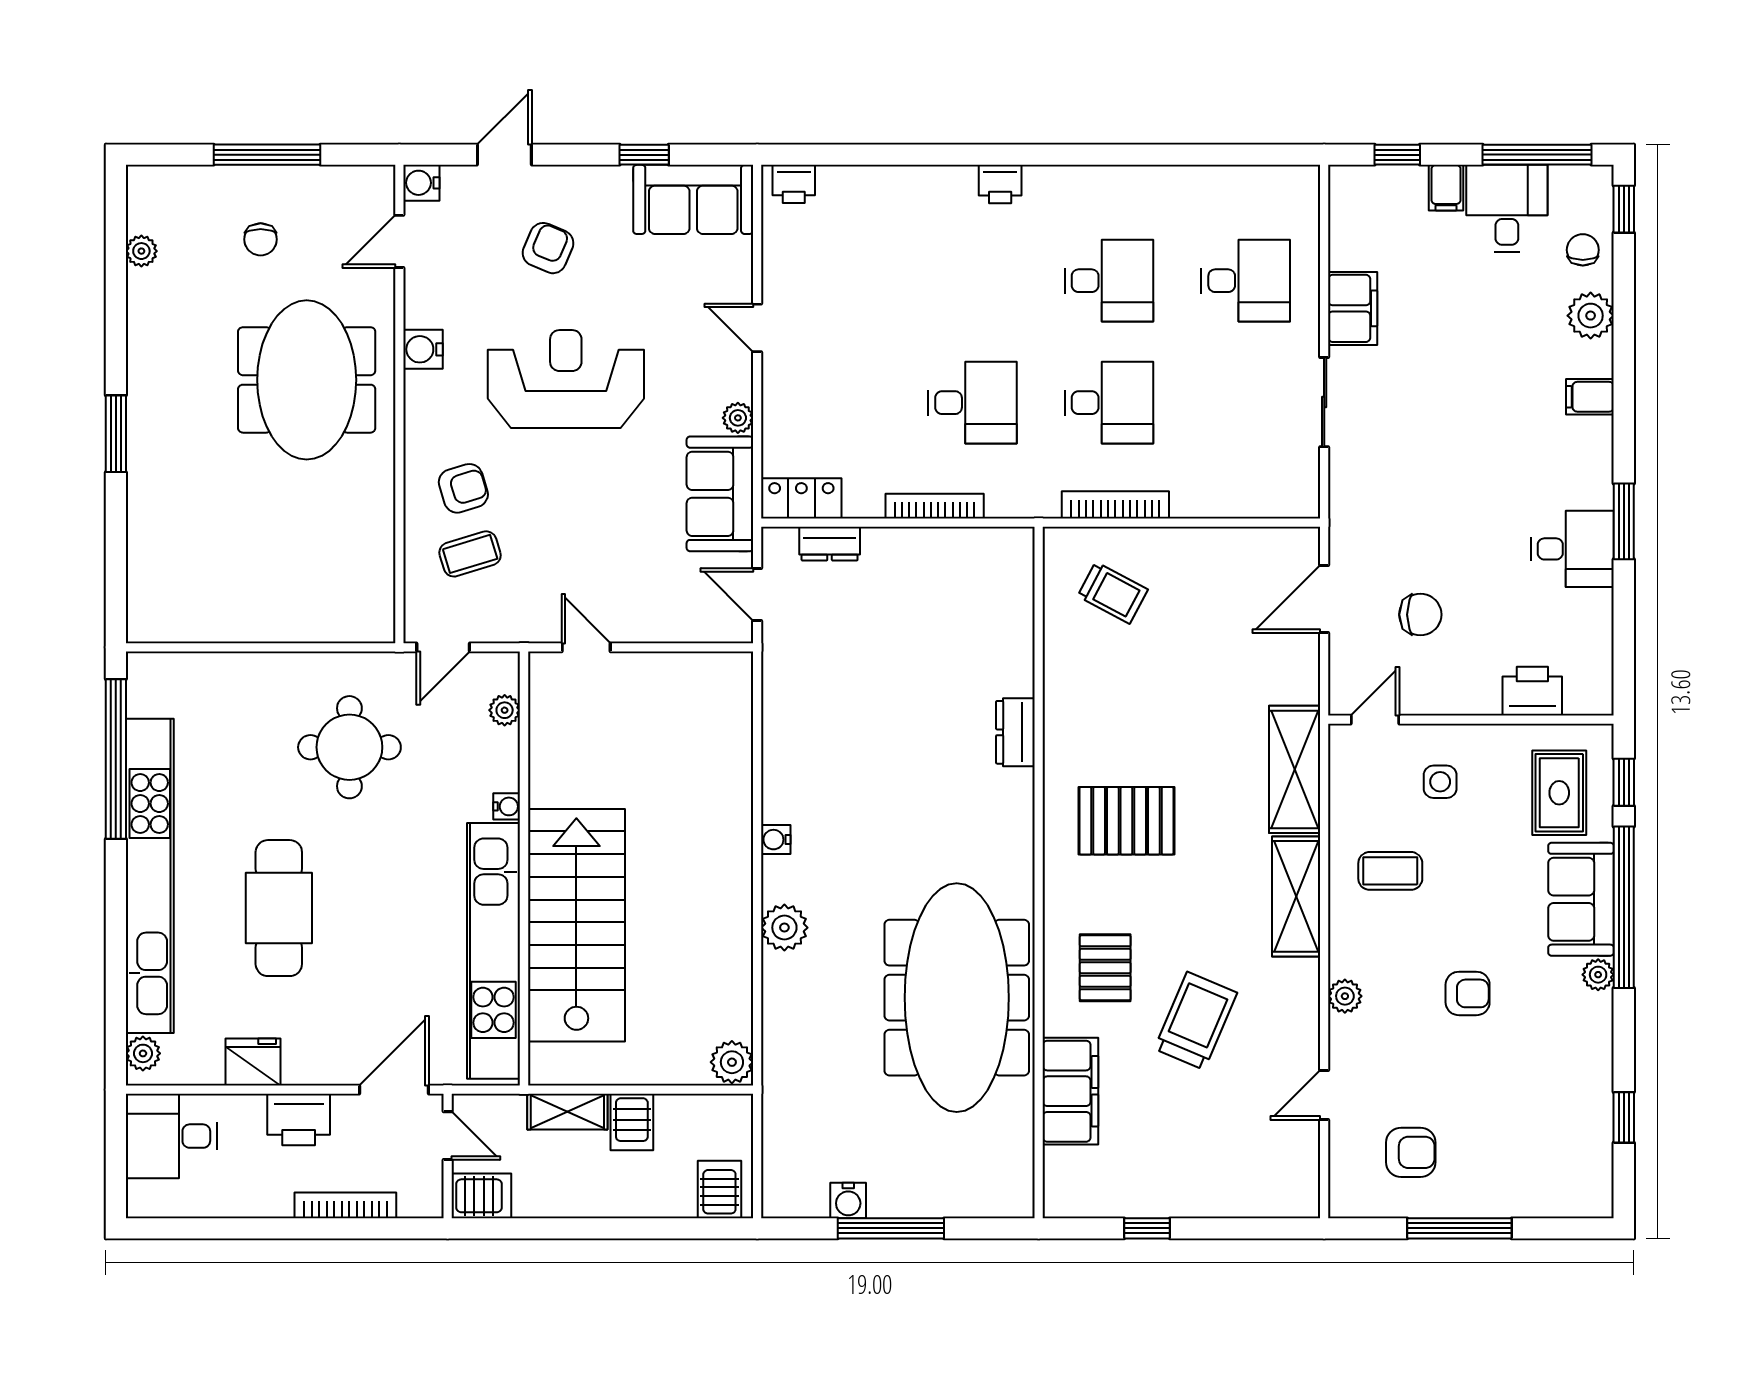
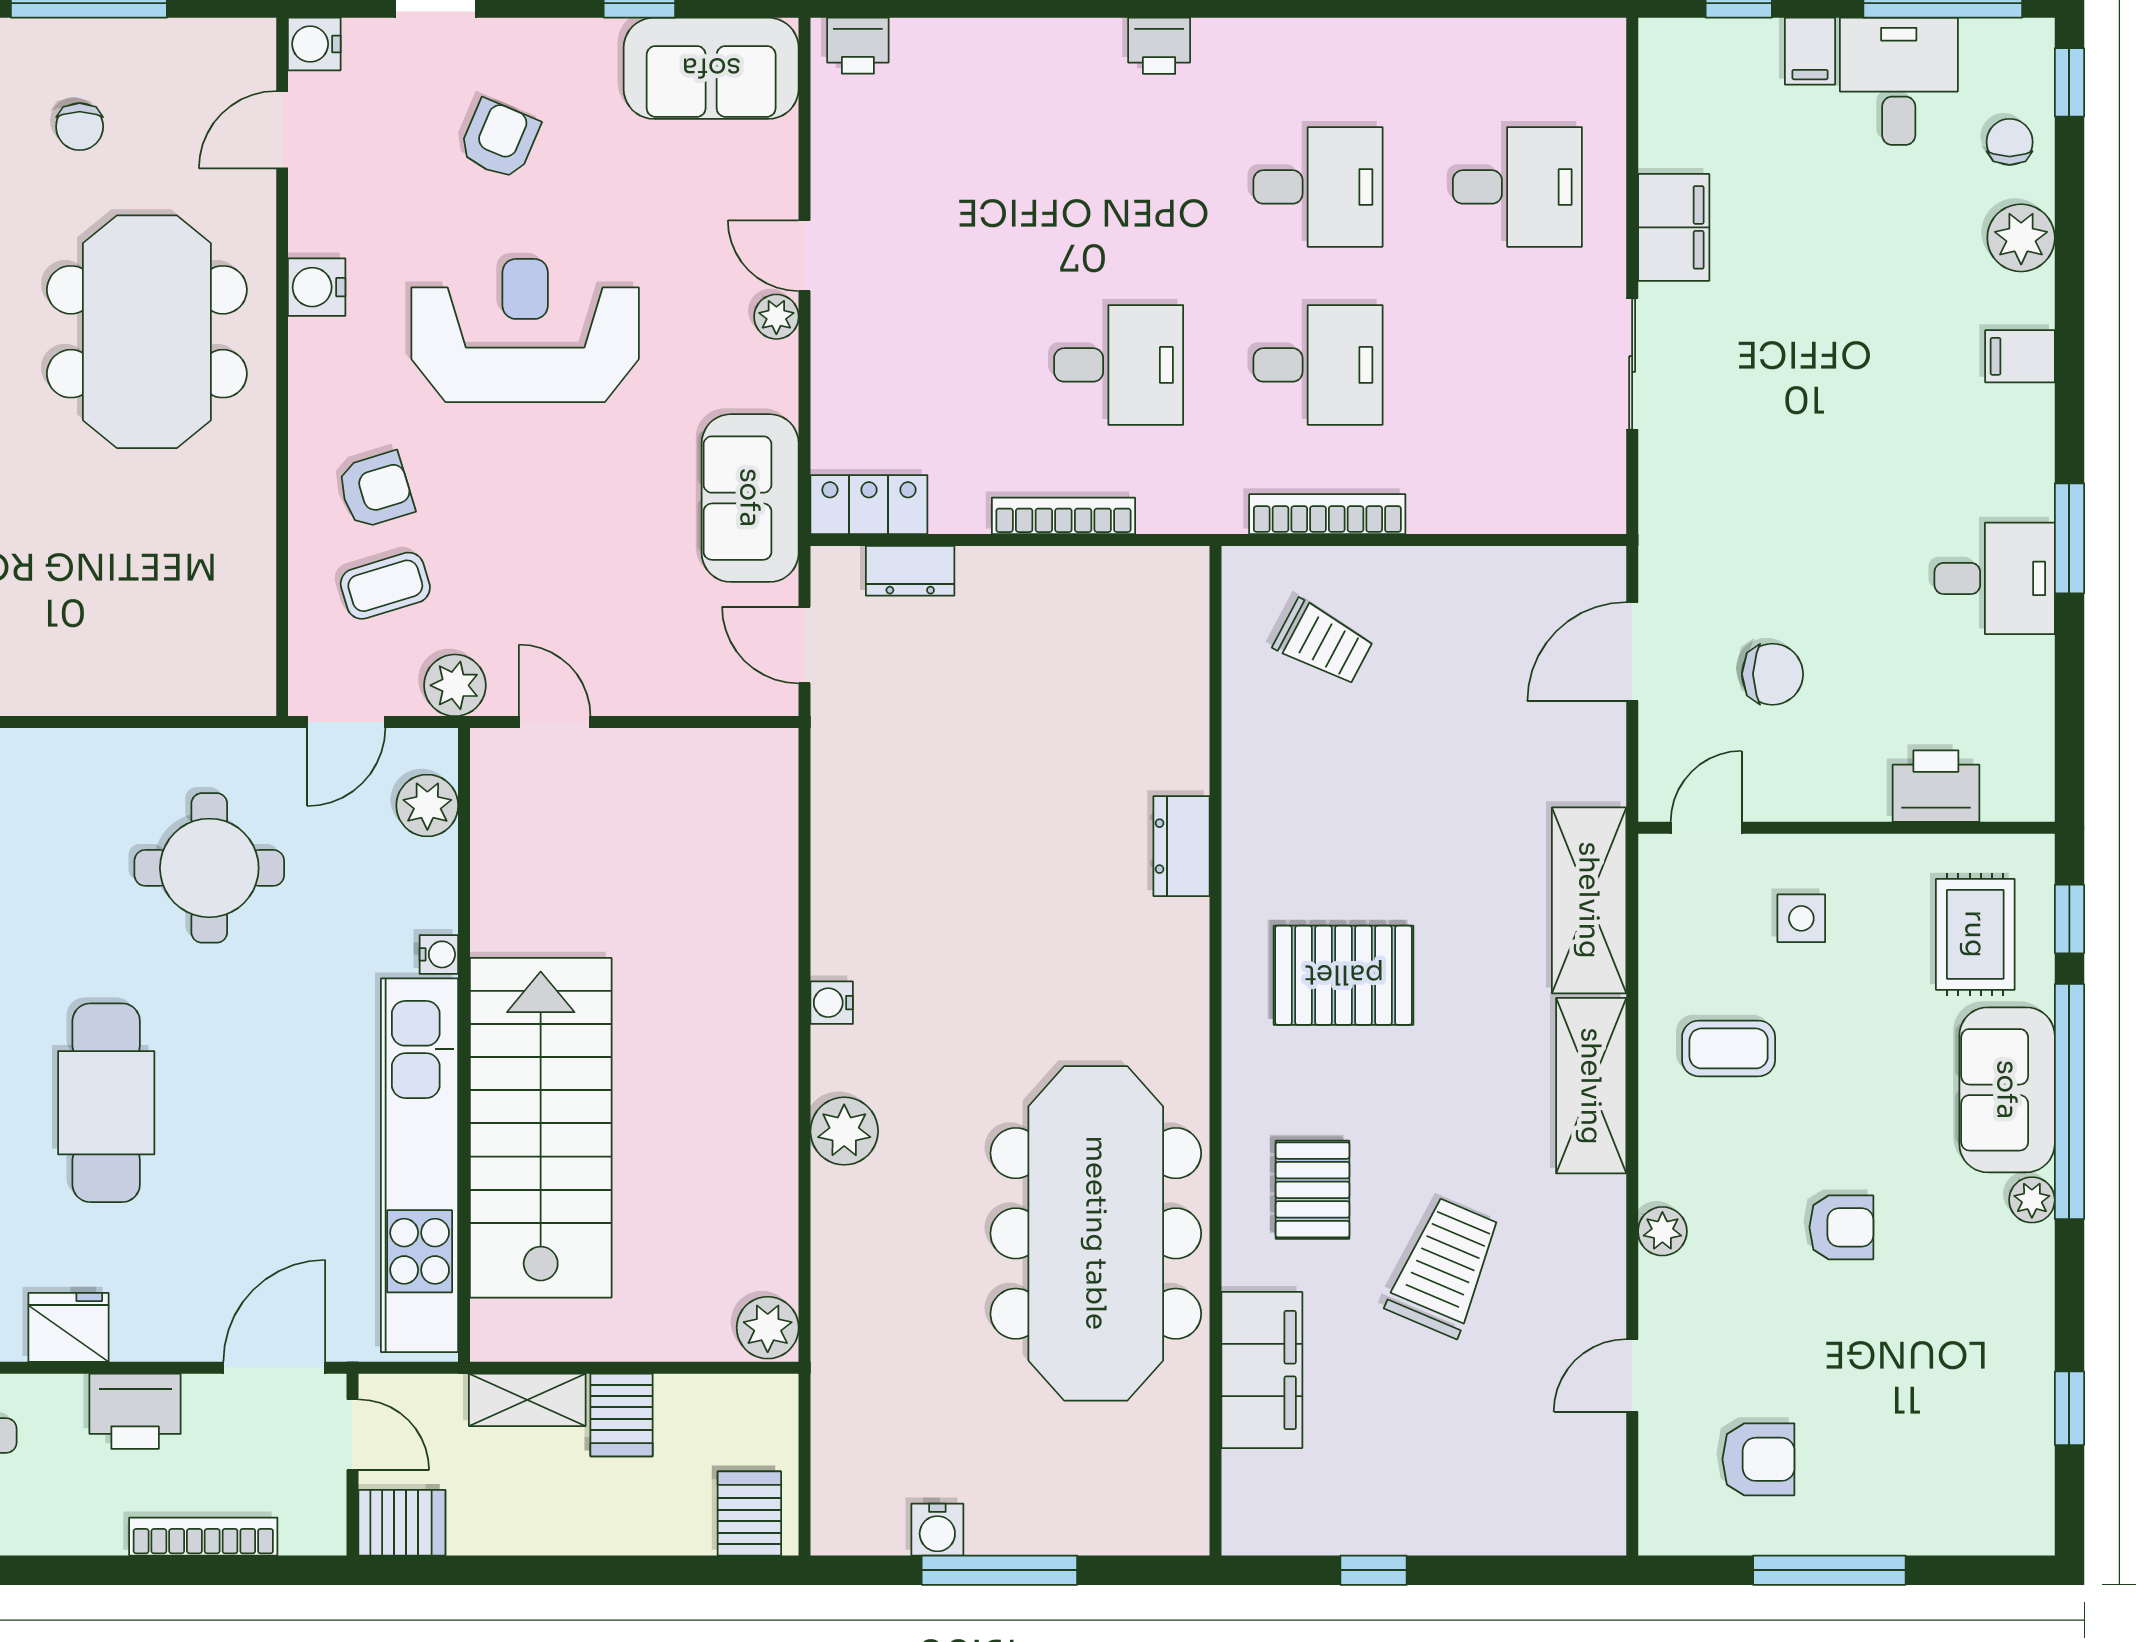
plant: (738, 418) -> (776, 317), moved
plant: (518, 622) -> (455, 685), added
plant: (505, 710) -> (427, 805), width x1.38, depth x1.38

